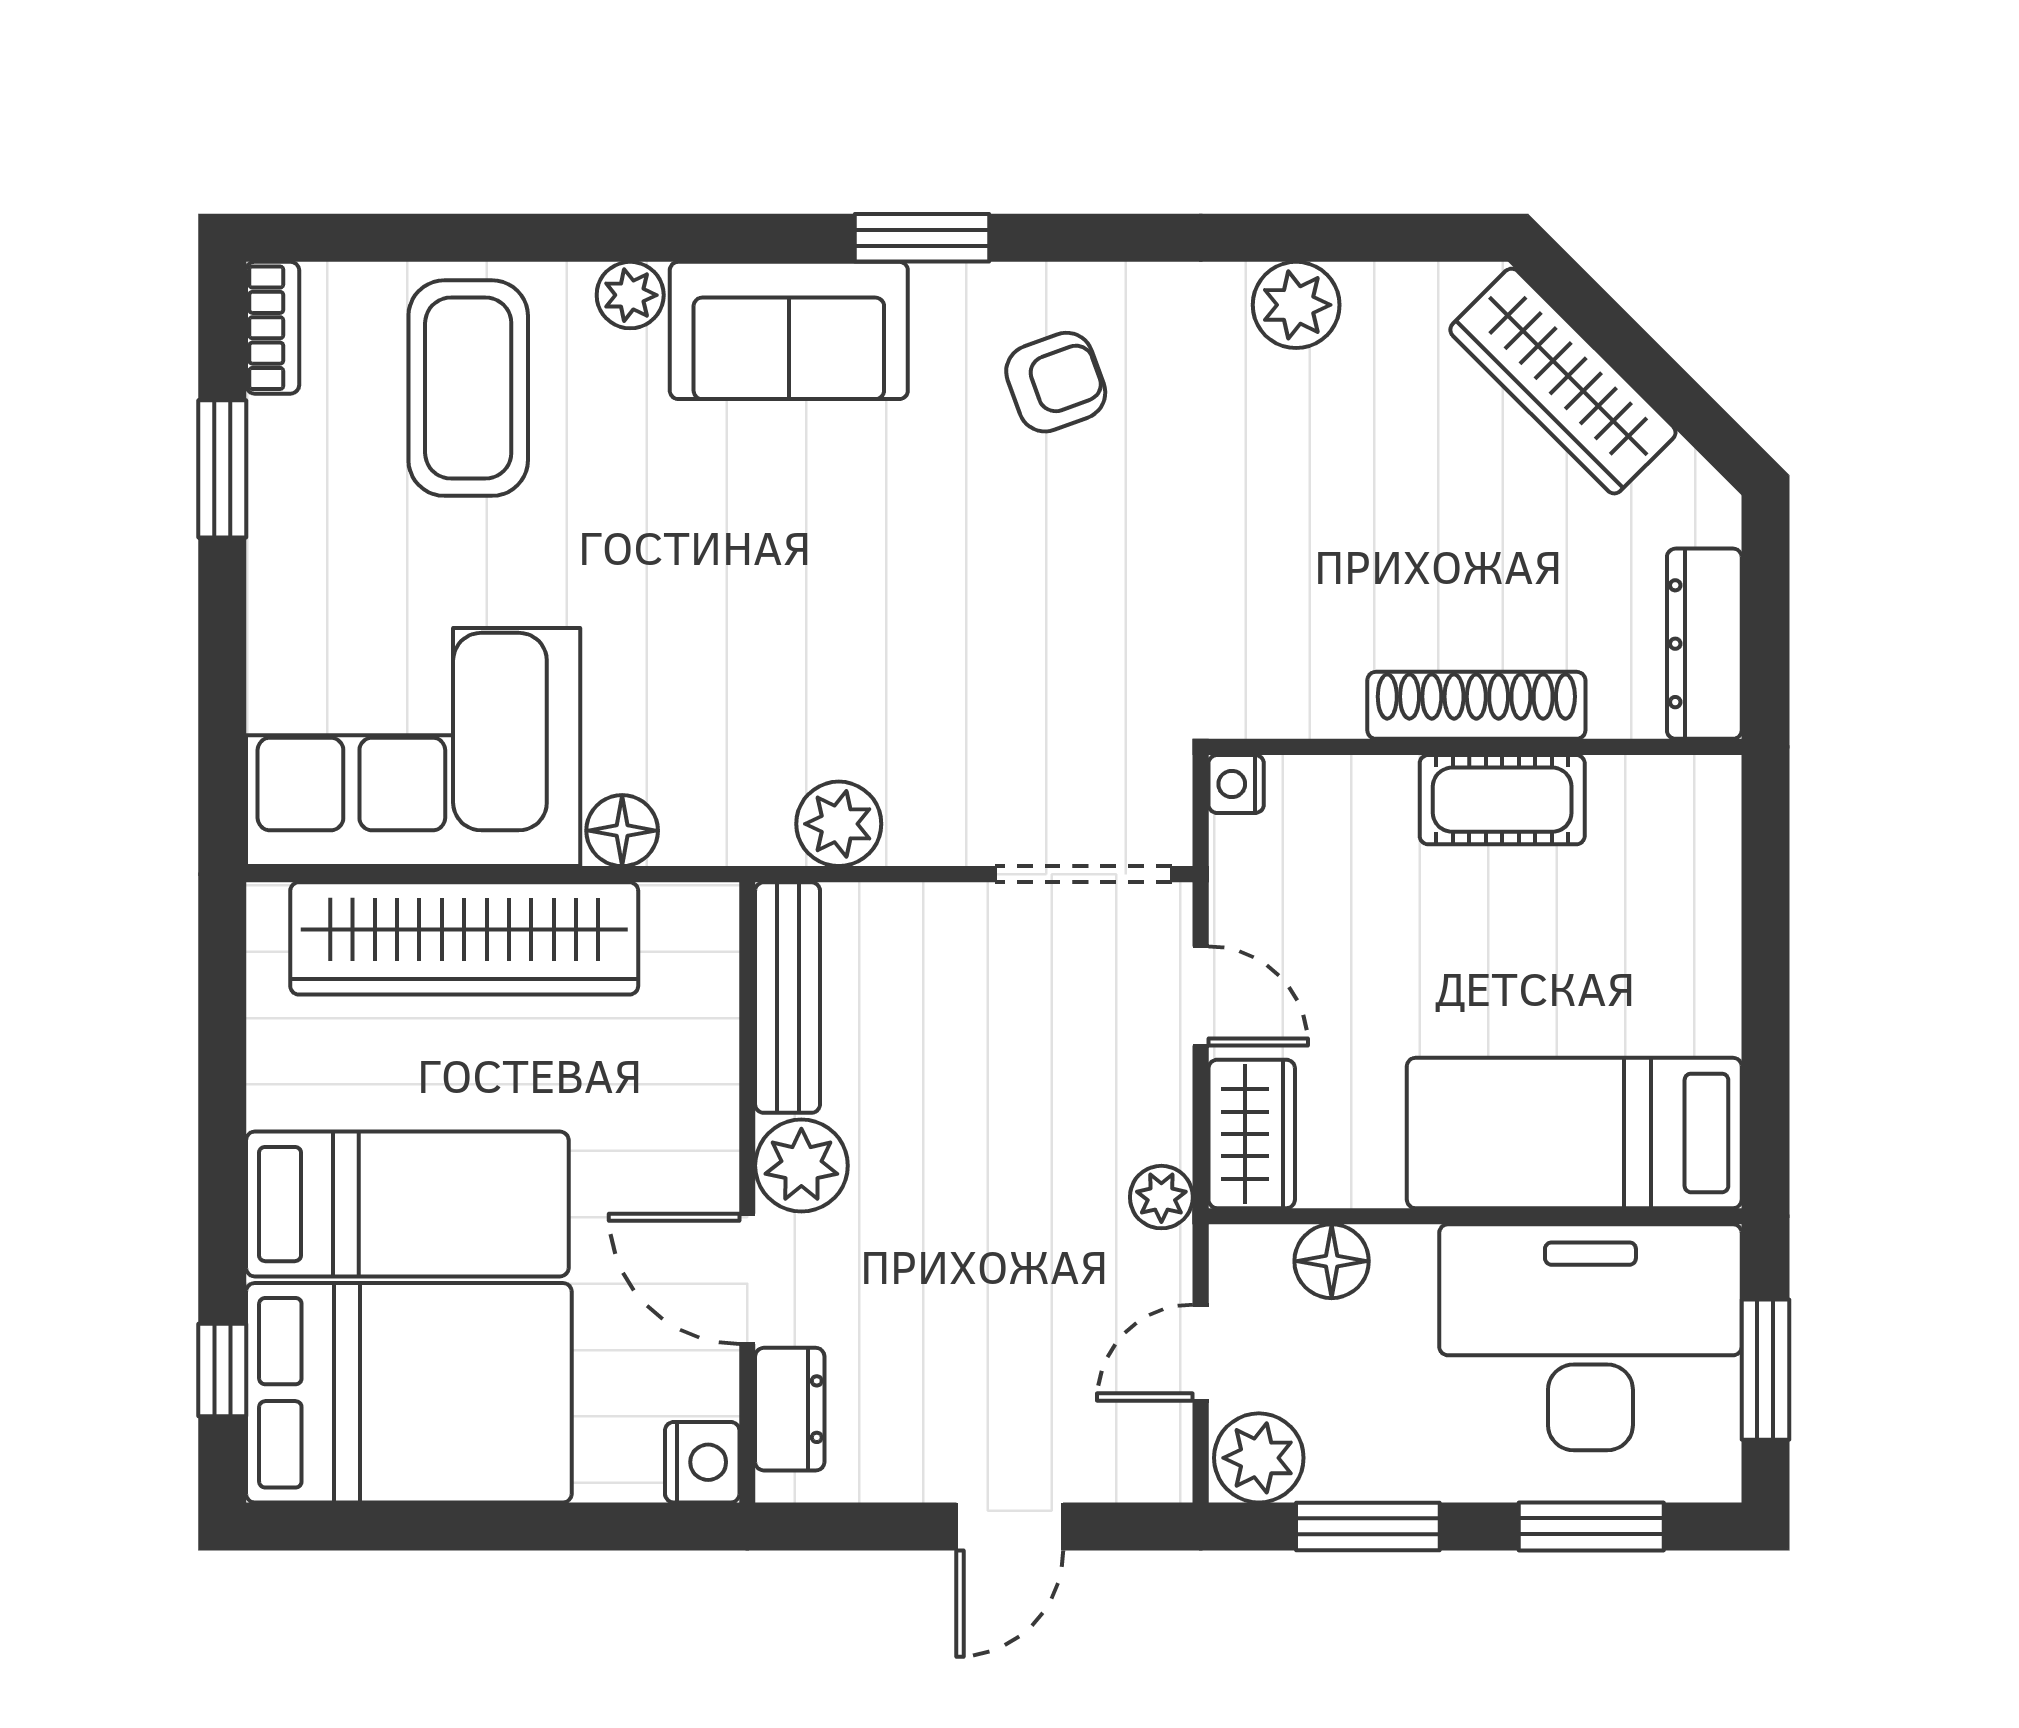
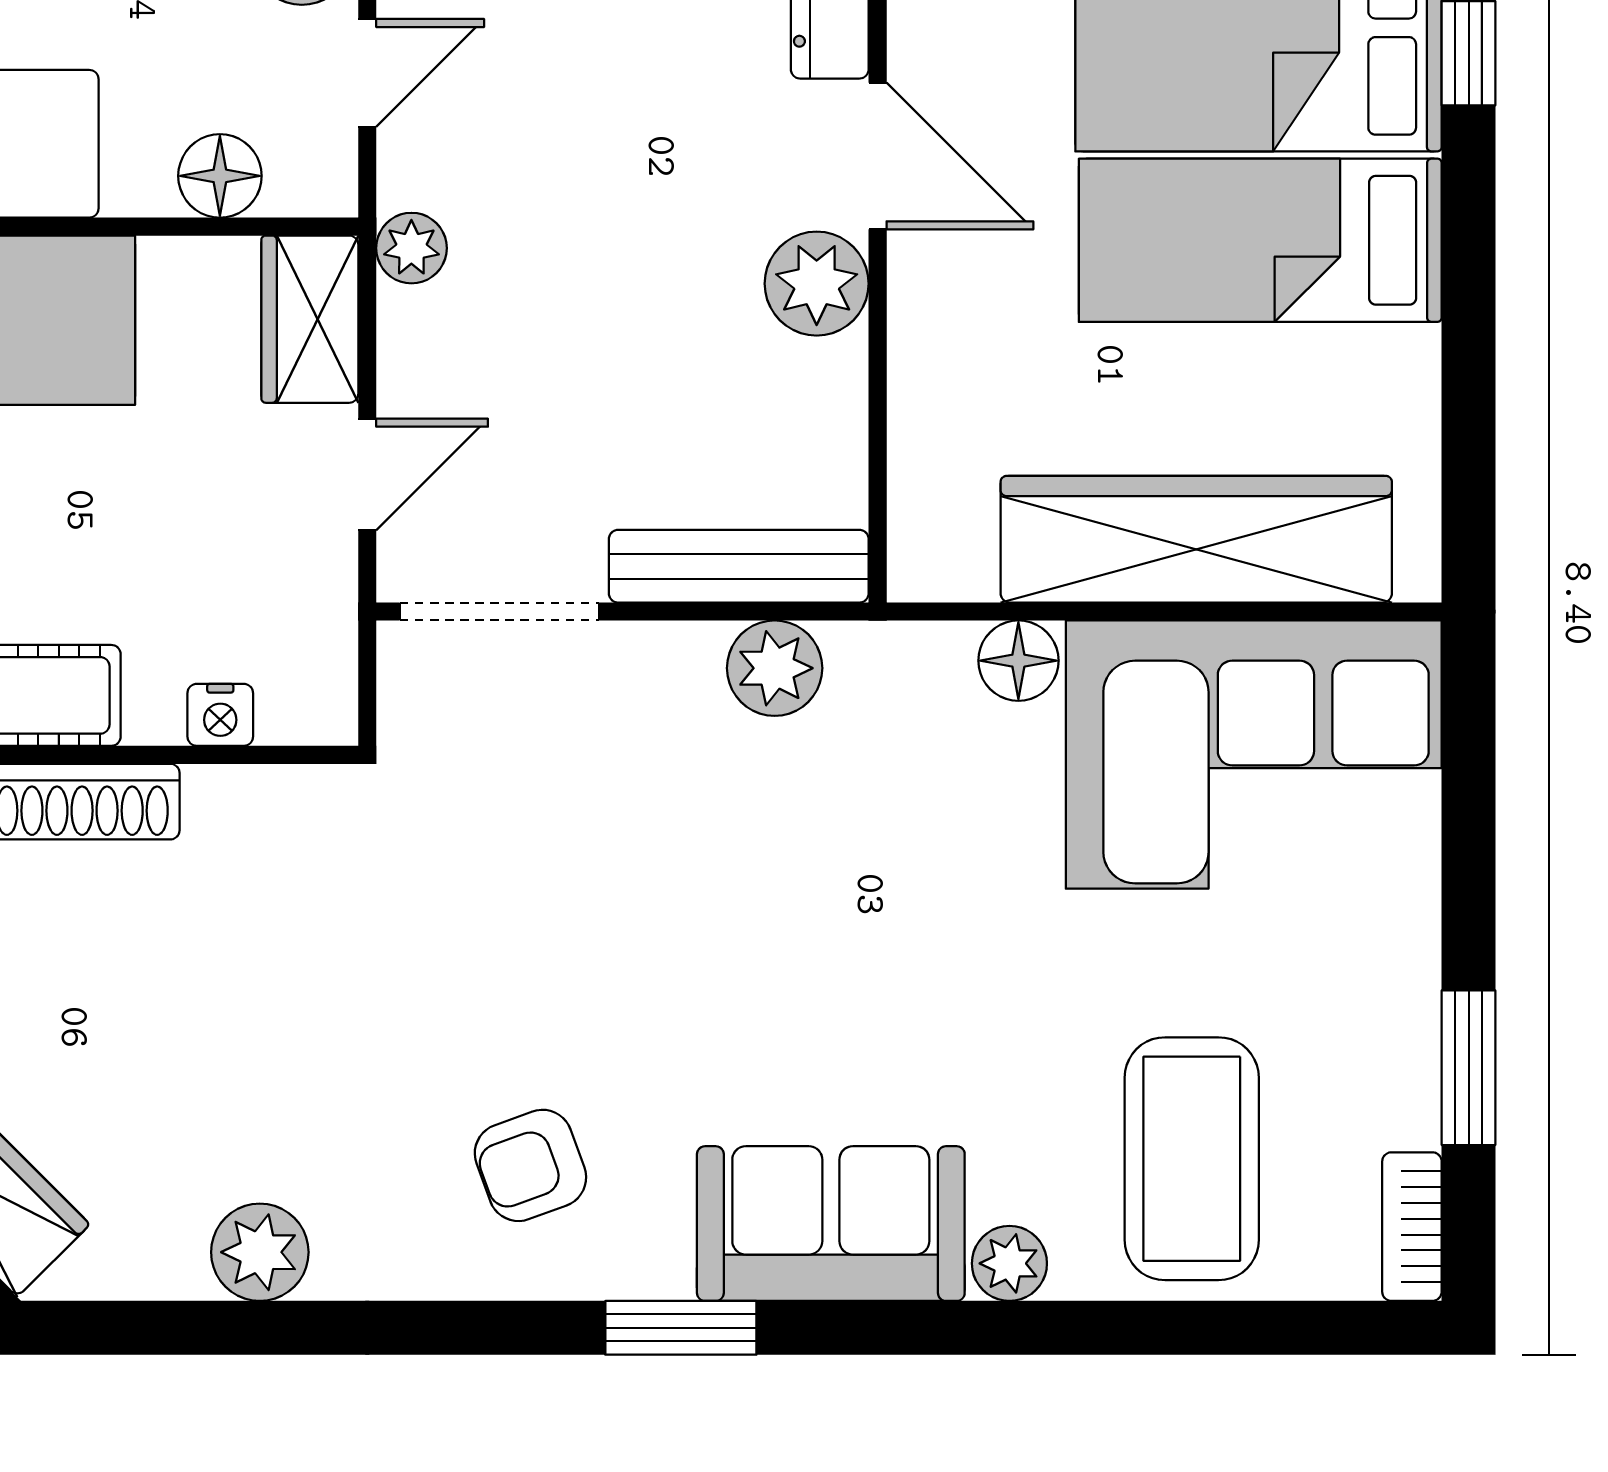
nightstand: (1236, 784) -> (220, 715), moved, turned 90
door: (1201, 996) -> (367, 475), swing flipped
bench: (788, 998) -> (739, 566), moved, turned 90

